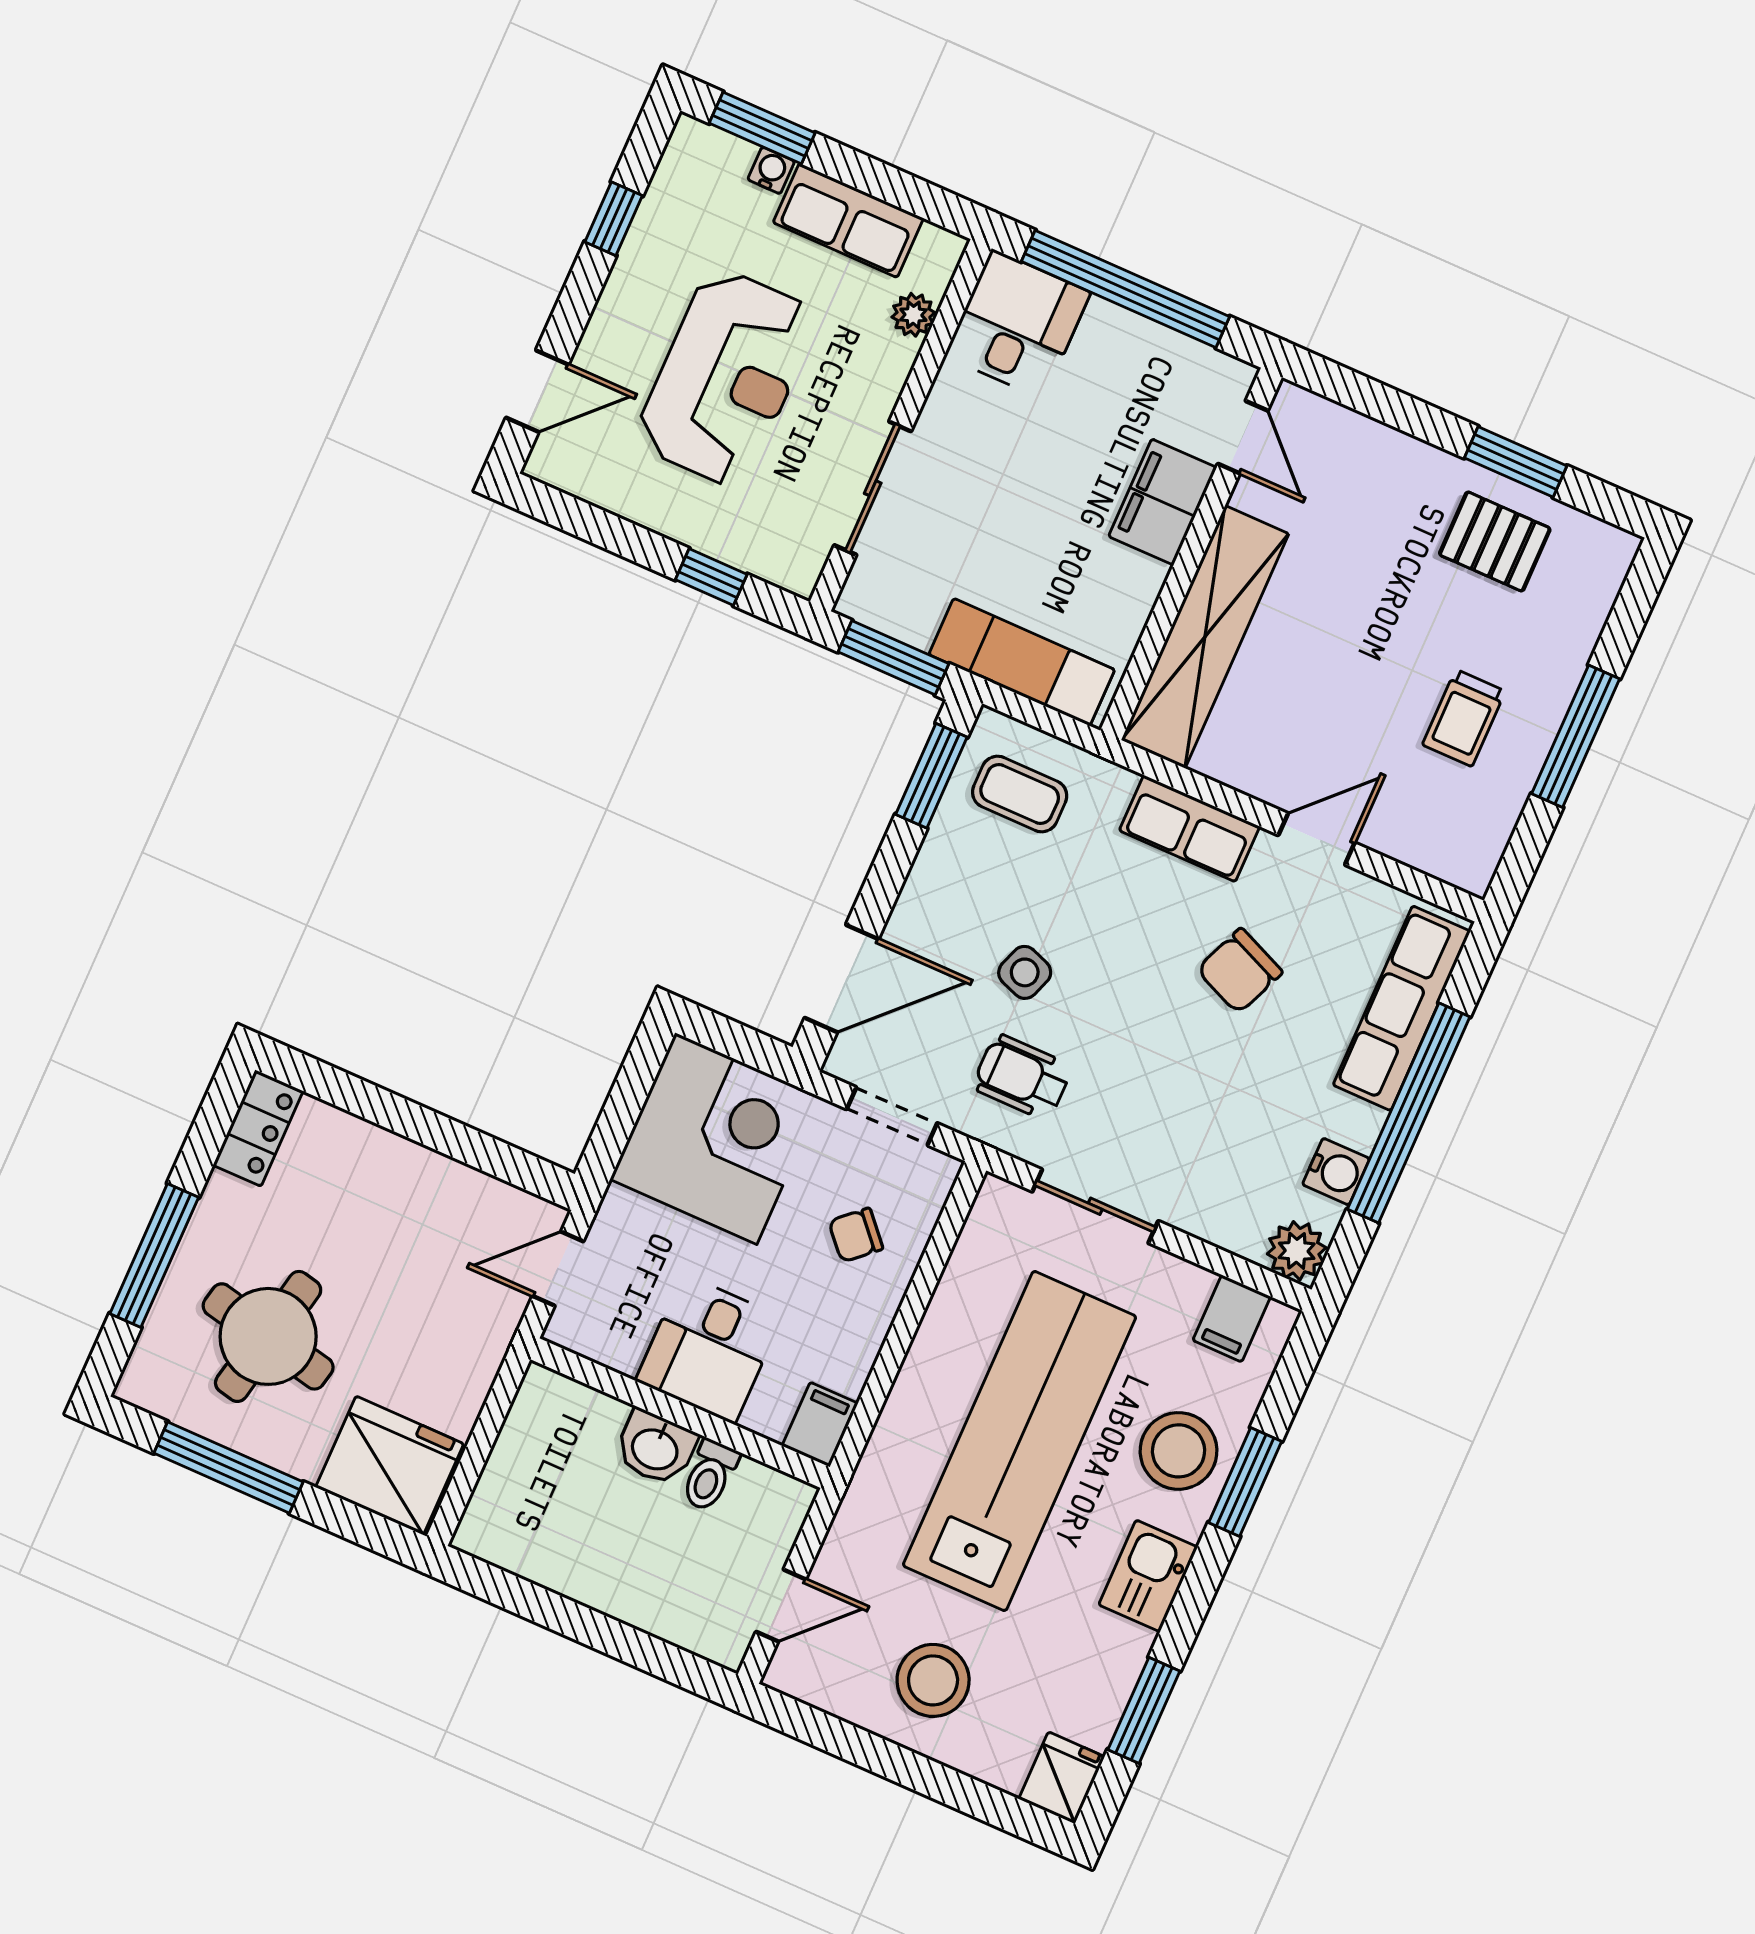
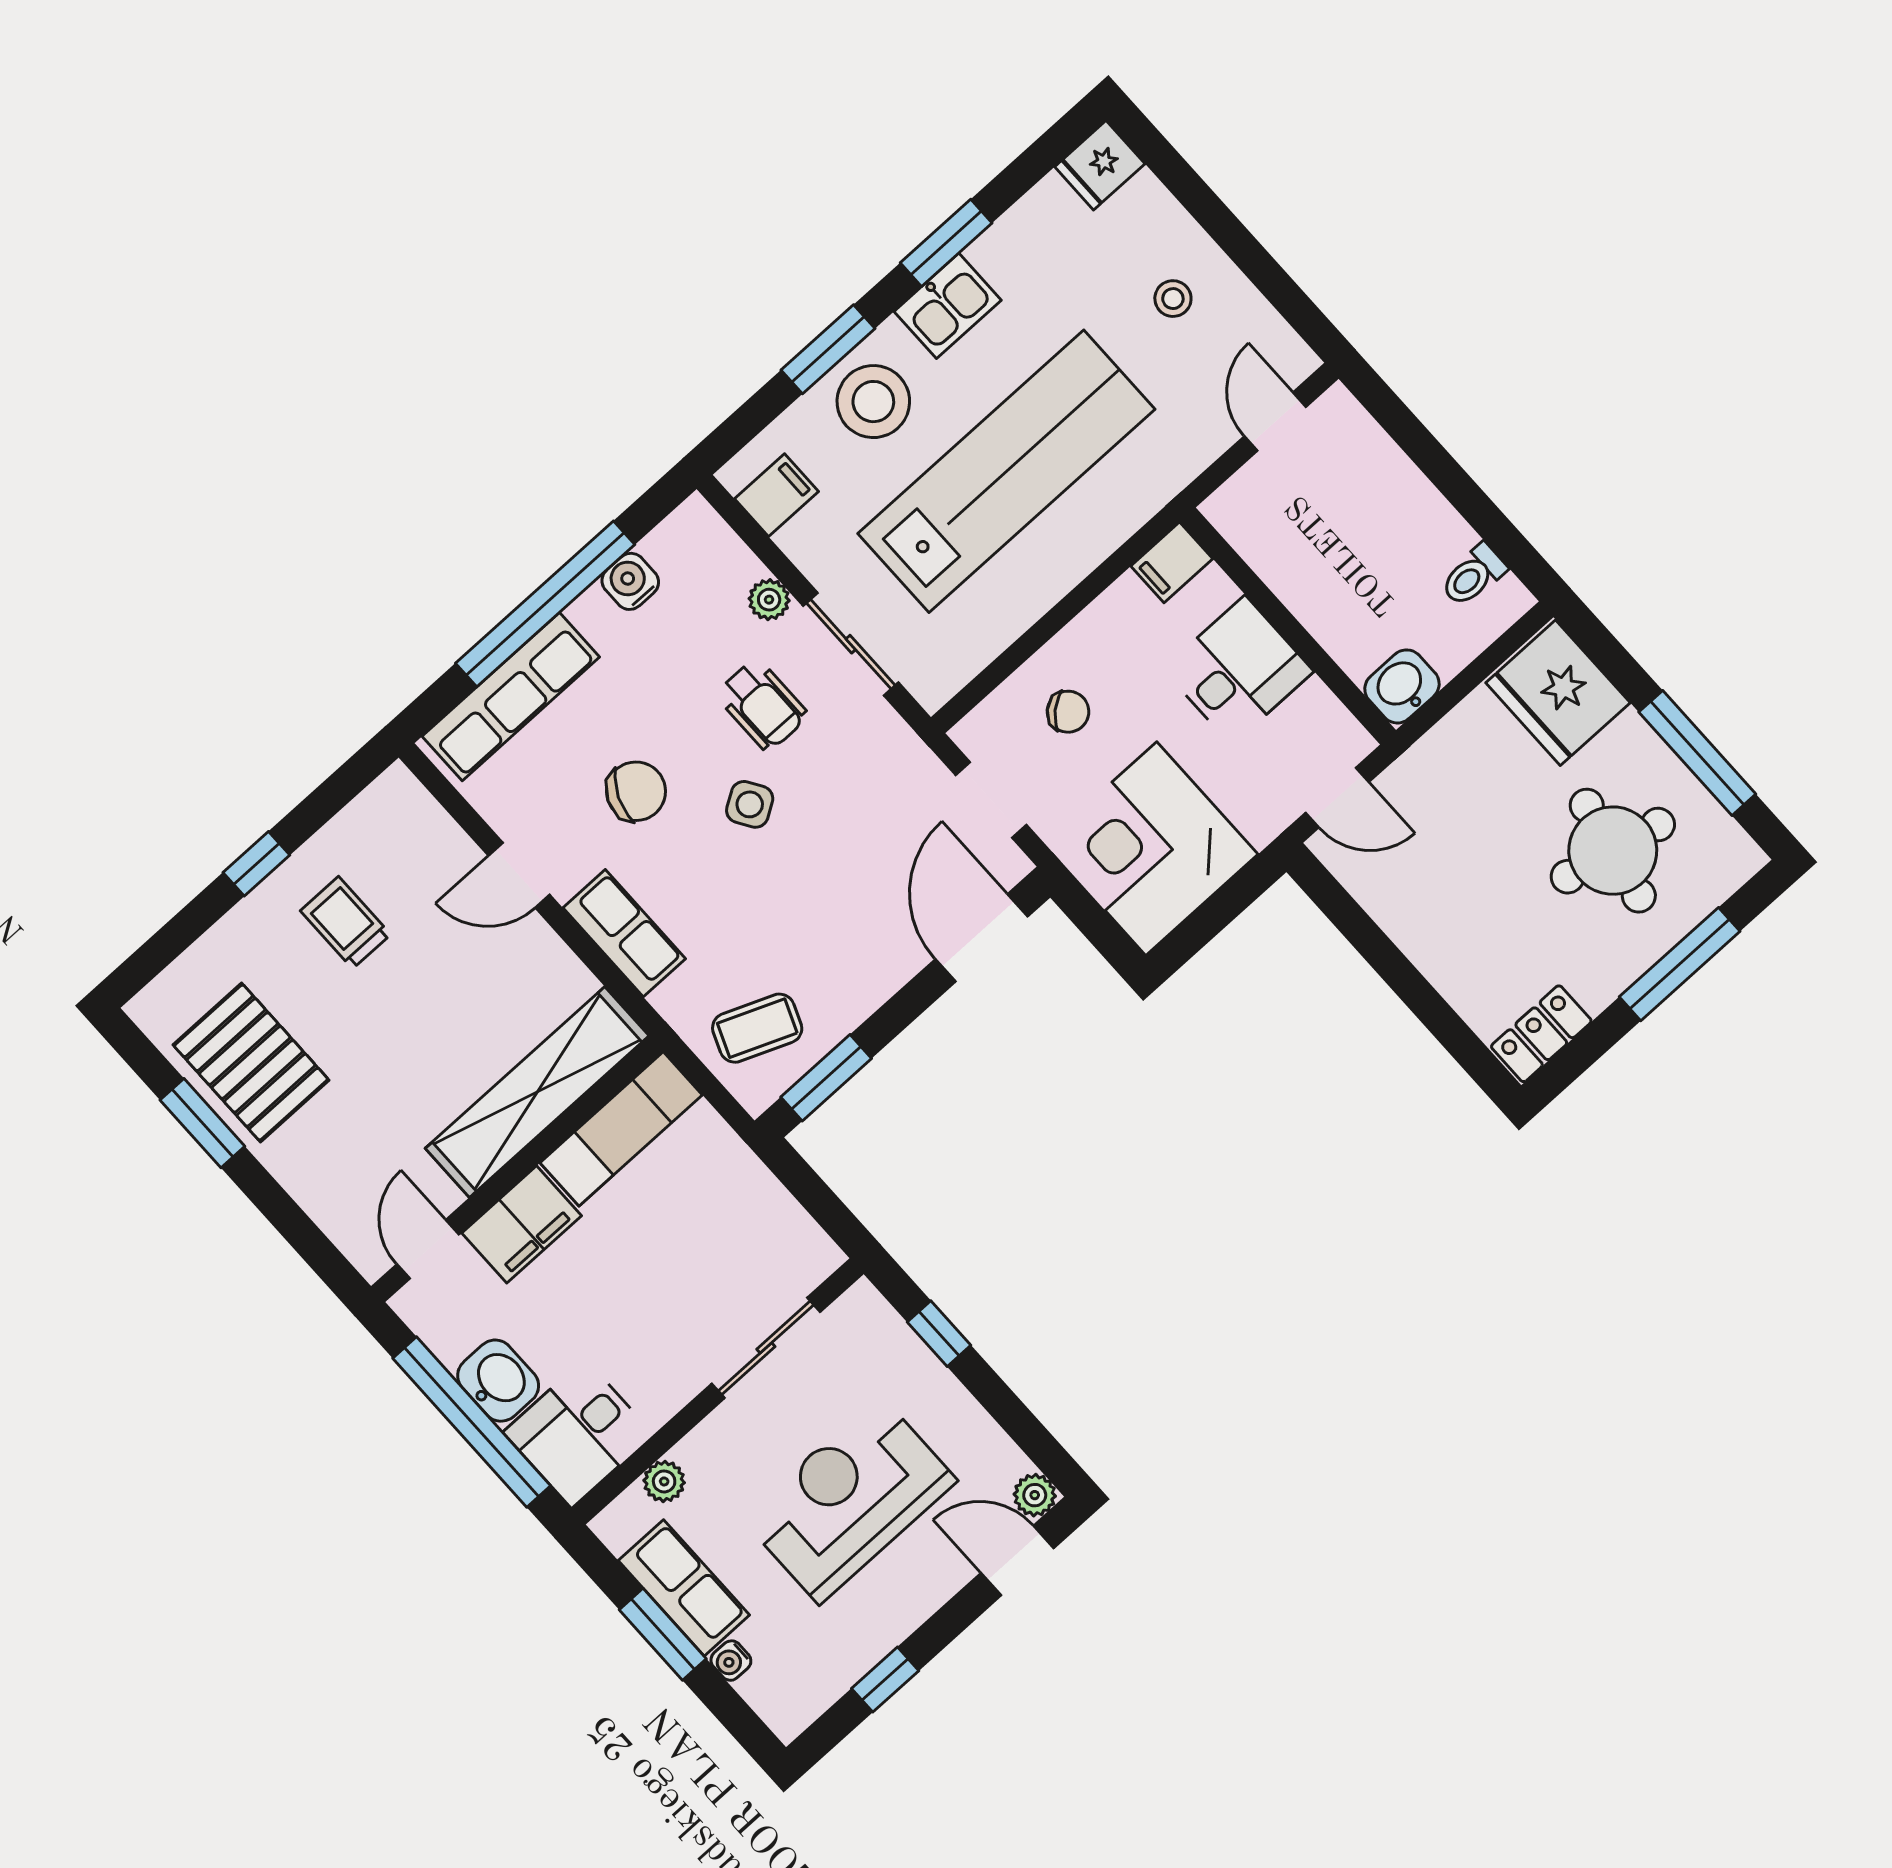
window: (762, 128) -> (663, 1634), moved
washbasin: (1118, 341) -> (498, 1381), added
plant: (549, 462) -> (1035, 1495), added
pallet: (1495, 541) -> (251, 1063), width x1.50, depth x1.42
window: (894, 658) -> (813, 1194), removed
exam couch: (1022, 662) -> (621, 1129), moved, turned -90
trolley: (1464, 718) -> (346, 923), turned -90
window: (1576, 736) -> (256, 864), width x0.46
coffee table: (1020, 794) -> (757, 1028), turned -68
side table: (1025, 972) -> (750, 804), moved, turned 38
door: (842, 979) -> (981, 938), hinge flipped
wheelchair: (1022, 1077) -> (762, 705), moved
plant: (1297, 1251) -> (769, 600), moved, width x0.73, depth x0.73
lab bench: (1020, 1441) -> (1006, 471), turned 180
washbasin: (655, 1448) -> (1402, 686), moved, turned -90
toilet: (710, 1475) -> (1473, 575), moved, turned 180
door: (781, 1605) -> (1275, 422), hinge flipped
stool: (933, 1680) -> (1173, 299), width x0.53, depth x0.53
window: (1144, 1710) -> (946, 243), moved

